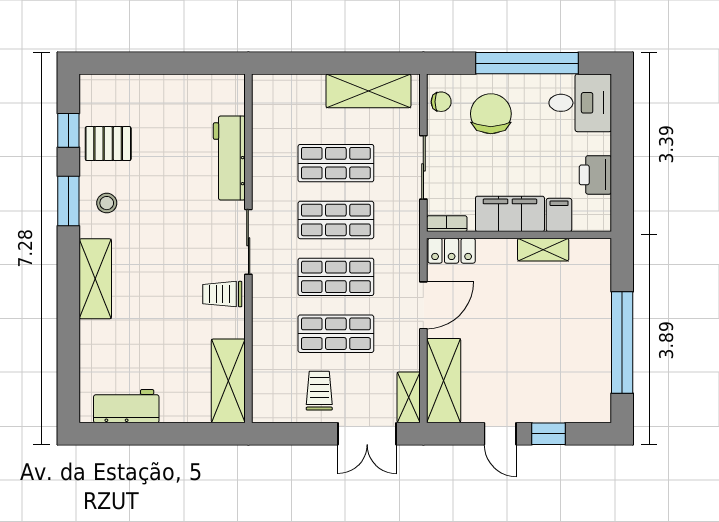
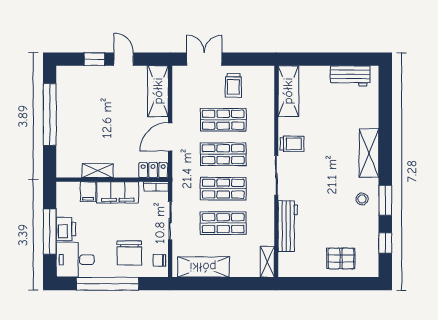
pallet: (108, 144) -> (341, 258), moved
window: (622, 149) -> (50, 232), added
printer: (595, 175) -> (66, 229), moved
shelving: (409, 397) -> (267, 262), moved

